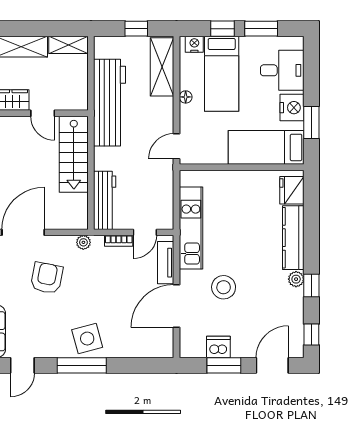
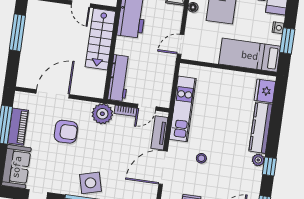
nightstand: (292, 108) -> (278, 28), width x0.53, depth x0.56
plant: (83, 242) -> (102, 114), width x1.88, depth x1.88
armchair: (47, 278) -> (66, 132), turned 79
stool: (224, 287) -> (201, 158), width x0.53, depth x0.53

